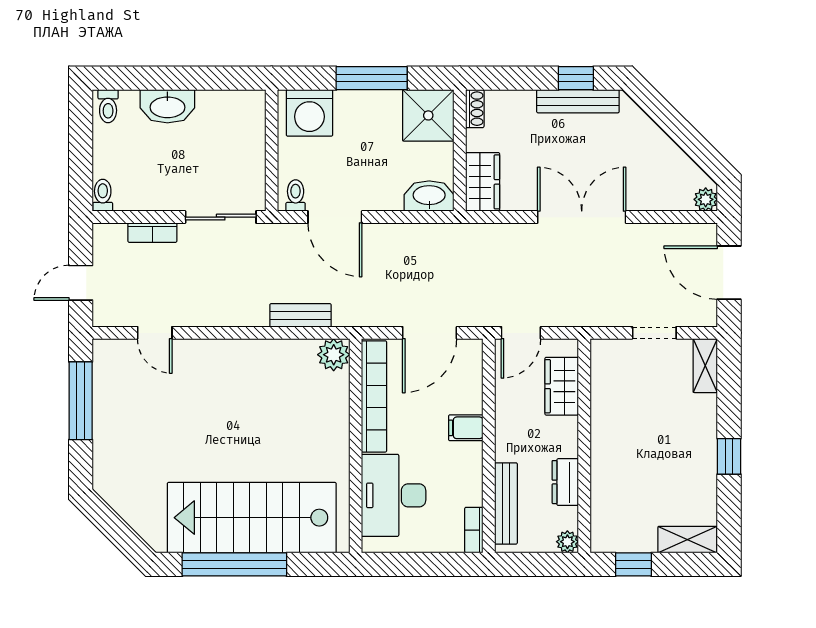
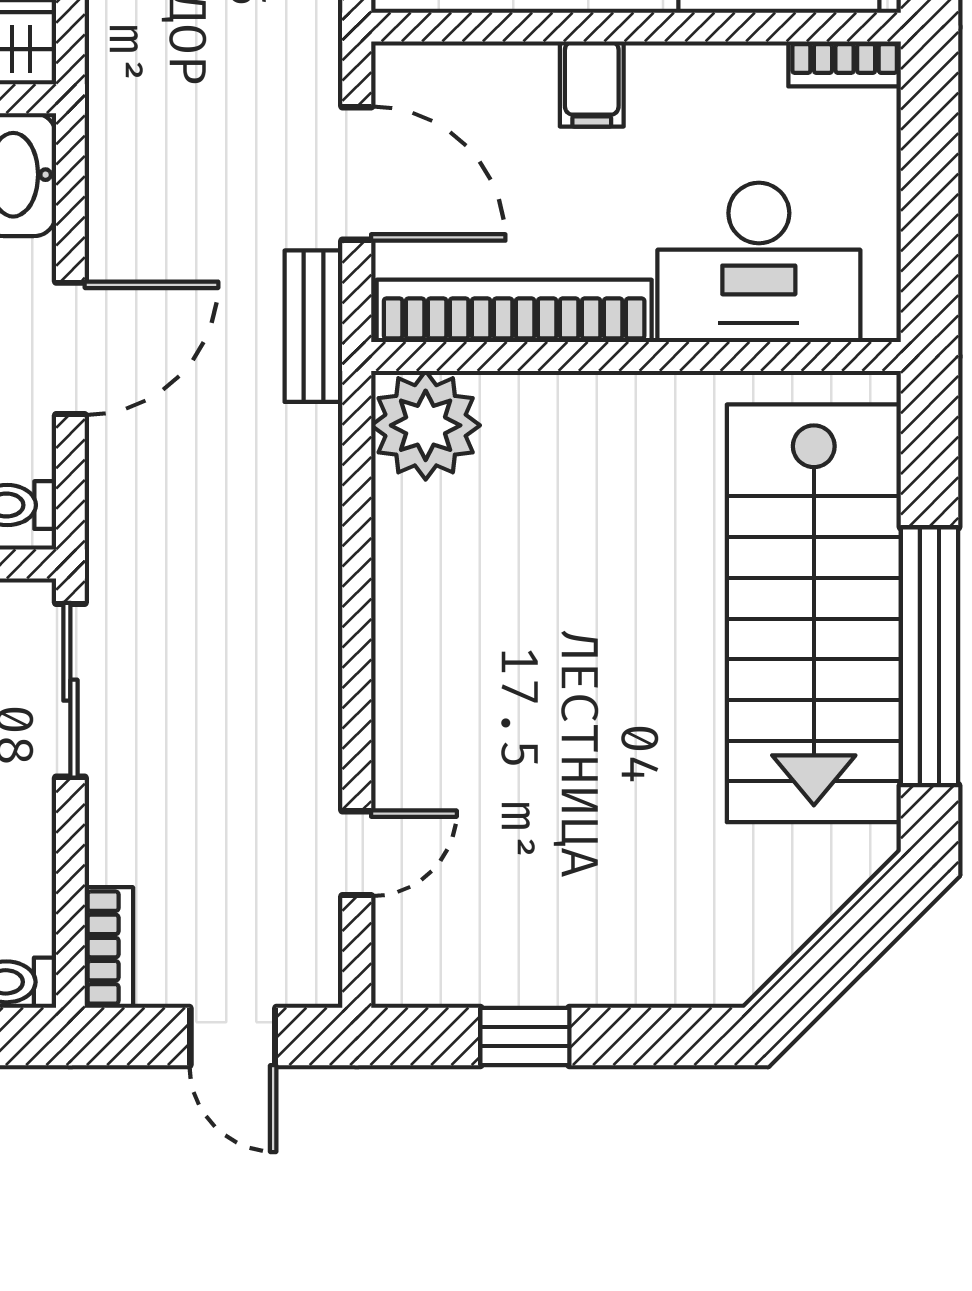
door: (335, 217) -> (70, 348), moved
bookcase: (152, 233) -> (109, 948), moved
bench: (300, 315) -> (314, 326), moved
plant: (334, 355) -> (426, 425), width x1.36, depth x1.36
window: (81, 401) -> (525, 1037), width x0.46

